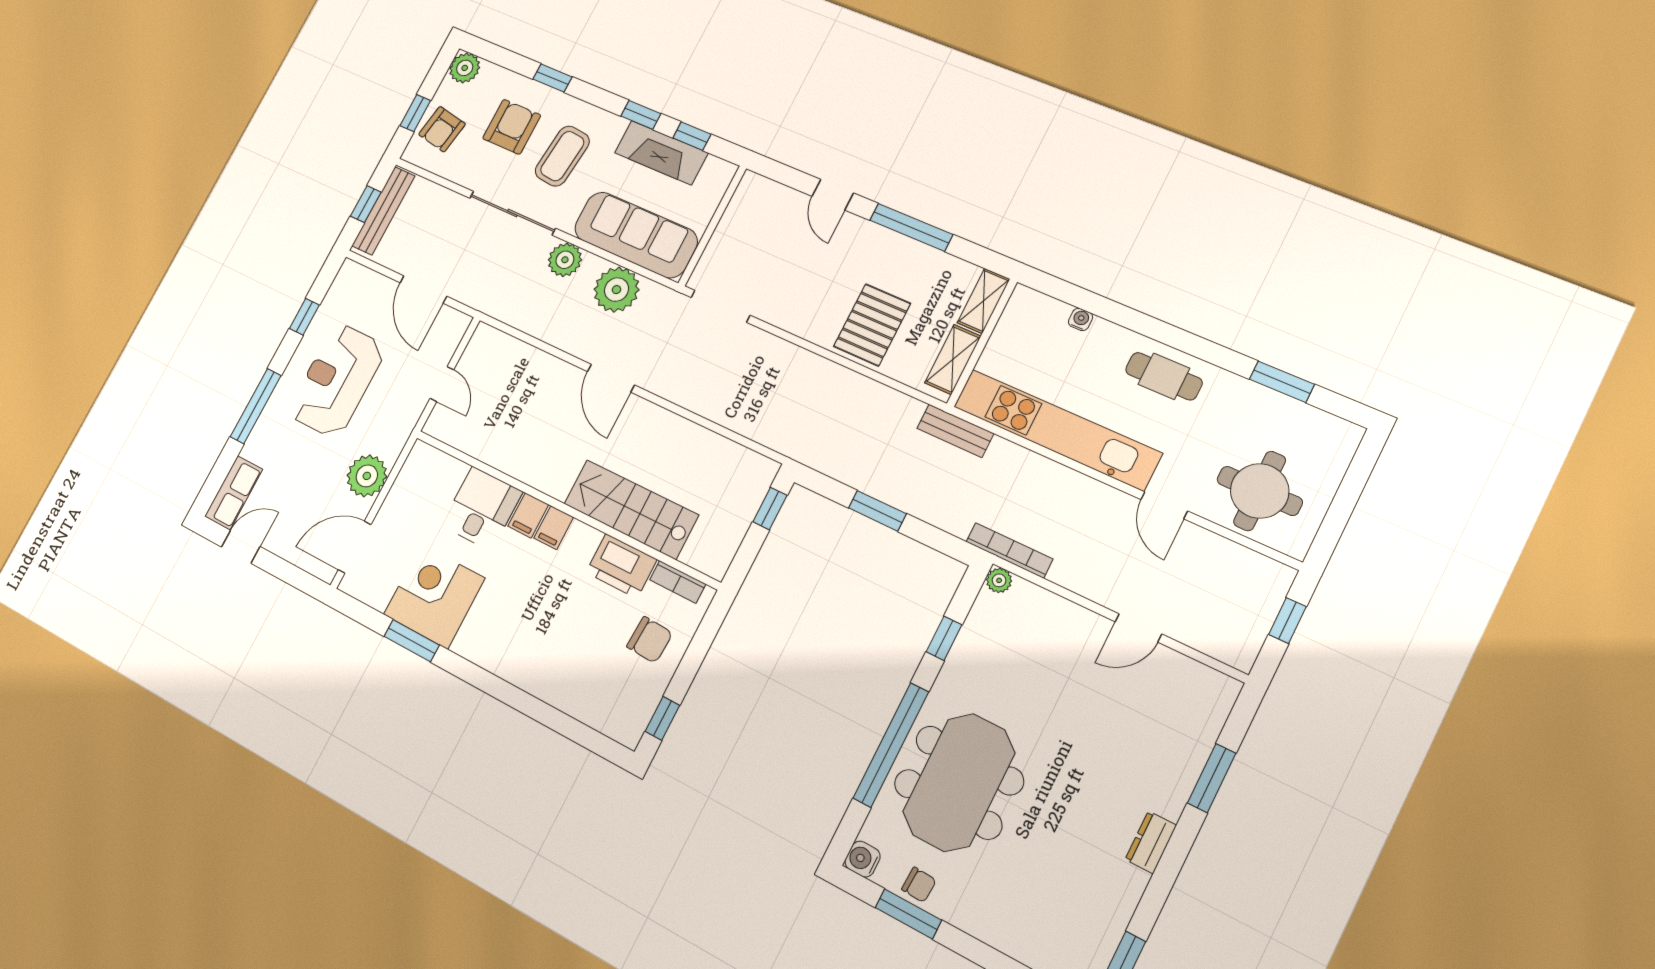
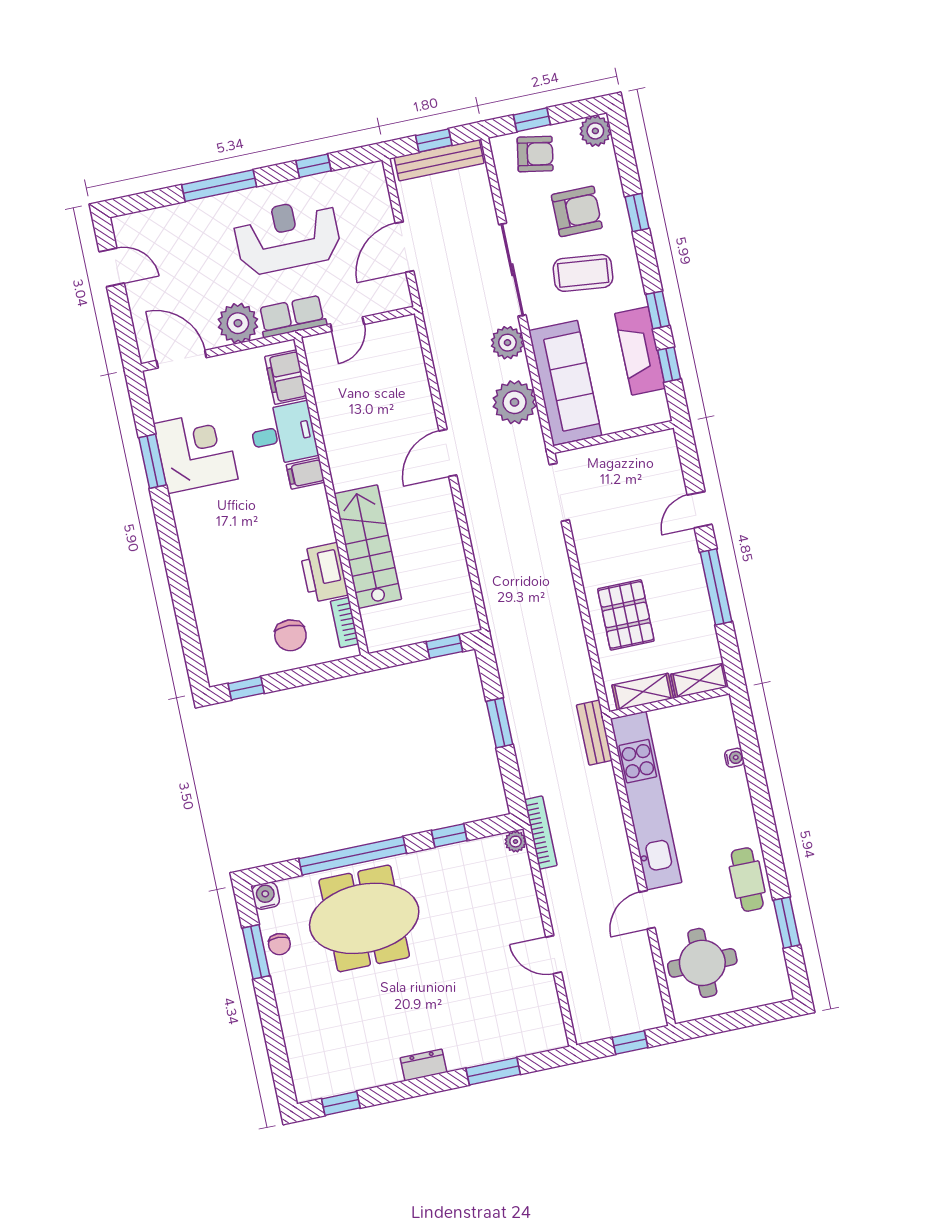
armchair: (442, 129) -> (535, 154), turned 180
pallet: (872, 325) -> (626, 615), turned 90
cafe table: (1164, 376) -> (747, 880), moved
row of seats: (234, 493) -> (292, 316), moved, turned 180
filing cabinet: (554, 528) -> (286, 377), moved, width x2.00

